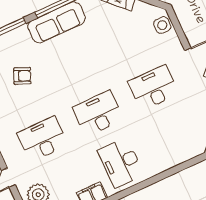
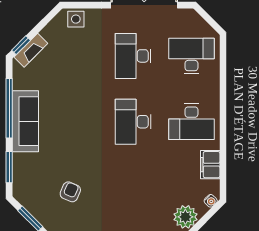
armchair: (22, 76) -> (70, 192), moved
desk: (43, 139) -> (191, 56), moved, turned 90

